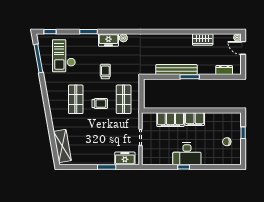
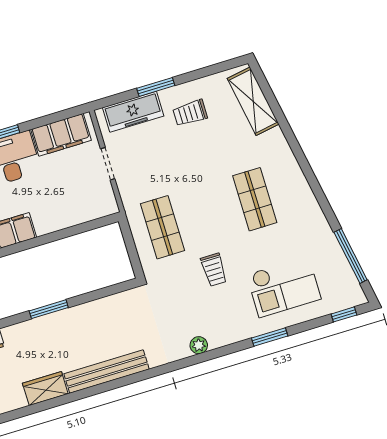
freezer: (108, 40) -> (226, 332), removed
checkout: (64, 56) -> (284, 287), moved, turned 90
bench: (176, 70) -> (106, 371), moved
trolley: (100, 104) -> (190, 113), moved
filing cabinet: (170, 120) -> (61, 135), moved, turned 180
freezer: (125, 158) -> (133, 112), width x1.40

